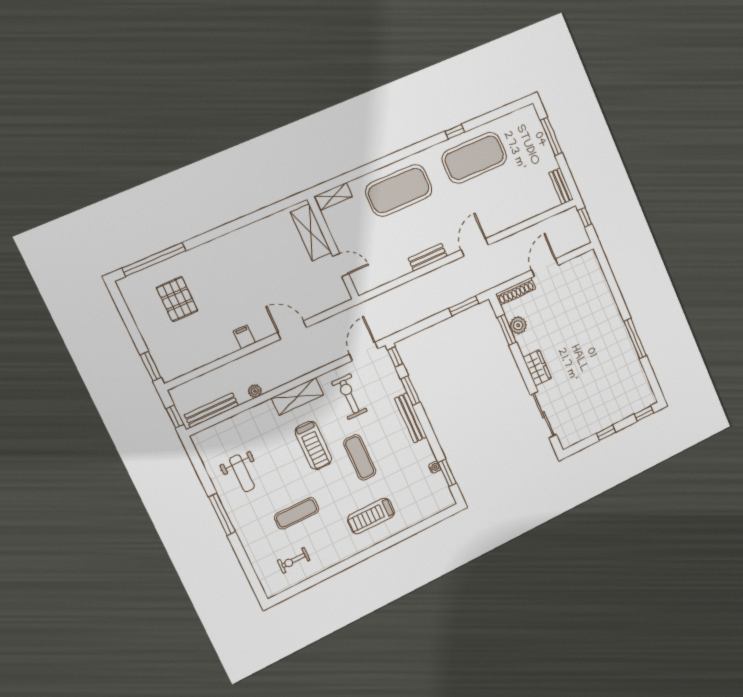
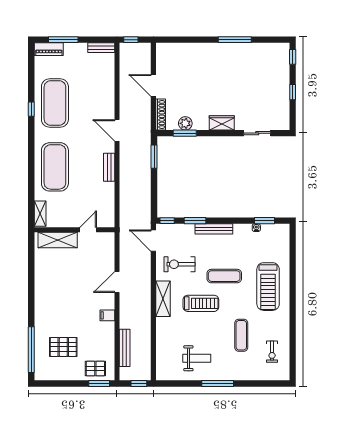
piano: (533, 123) -> (49, 49), added
pallet: (168, 353) -> (95, 368), added
plant: (255, 391) -> (146, 325), removed
bench: (211, 410) -> (125, 348), moved
sliding door: (543, 415) -> (257, 133), width x0.73
treadmill: (371, 516) -> (268, 287), width x1.37, depth x1.38

